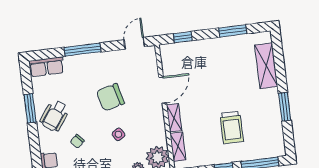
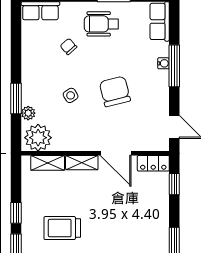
locker: (167, 57) -> (153, 163), added
water cooler: (82, 59) -> (163, 63), added
wheelchair: (55, 116) -> (101, 24), turned -36

